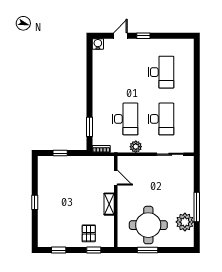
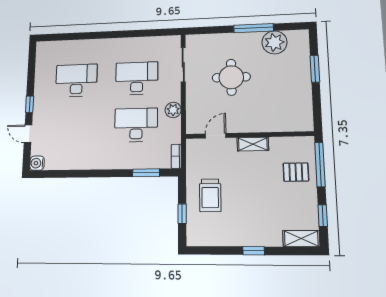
trolley: (73, 173) -> (210, 195), added
round table: (148, 225) -> (231, 77), moved, width x0.73, depth x0.73
shelving: (43, 235) -> (301, 238), added
window: (94, 250) -> (320, 164), width x2.17
window: (147, 250) -> (315, 69), moved

